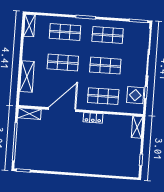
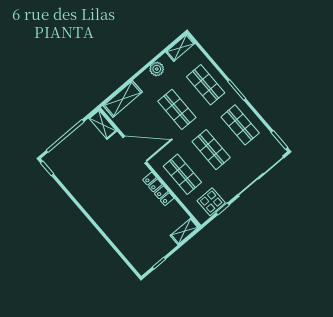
plant: (28, 51) -> (157, 69), added
shelving: (27, 77) -> (123, 99), moved
locker: (93, 118) -> (158, 189), width x1.53

